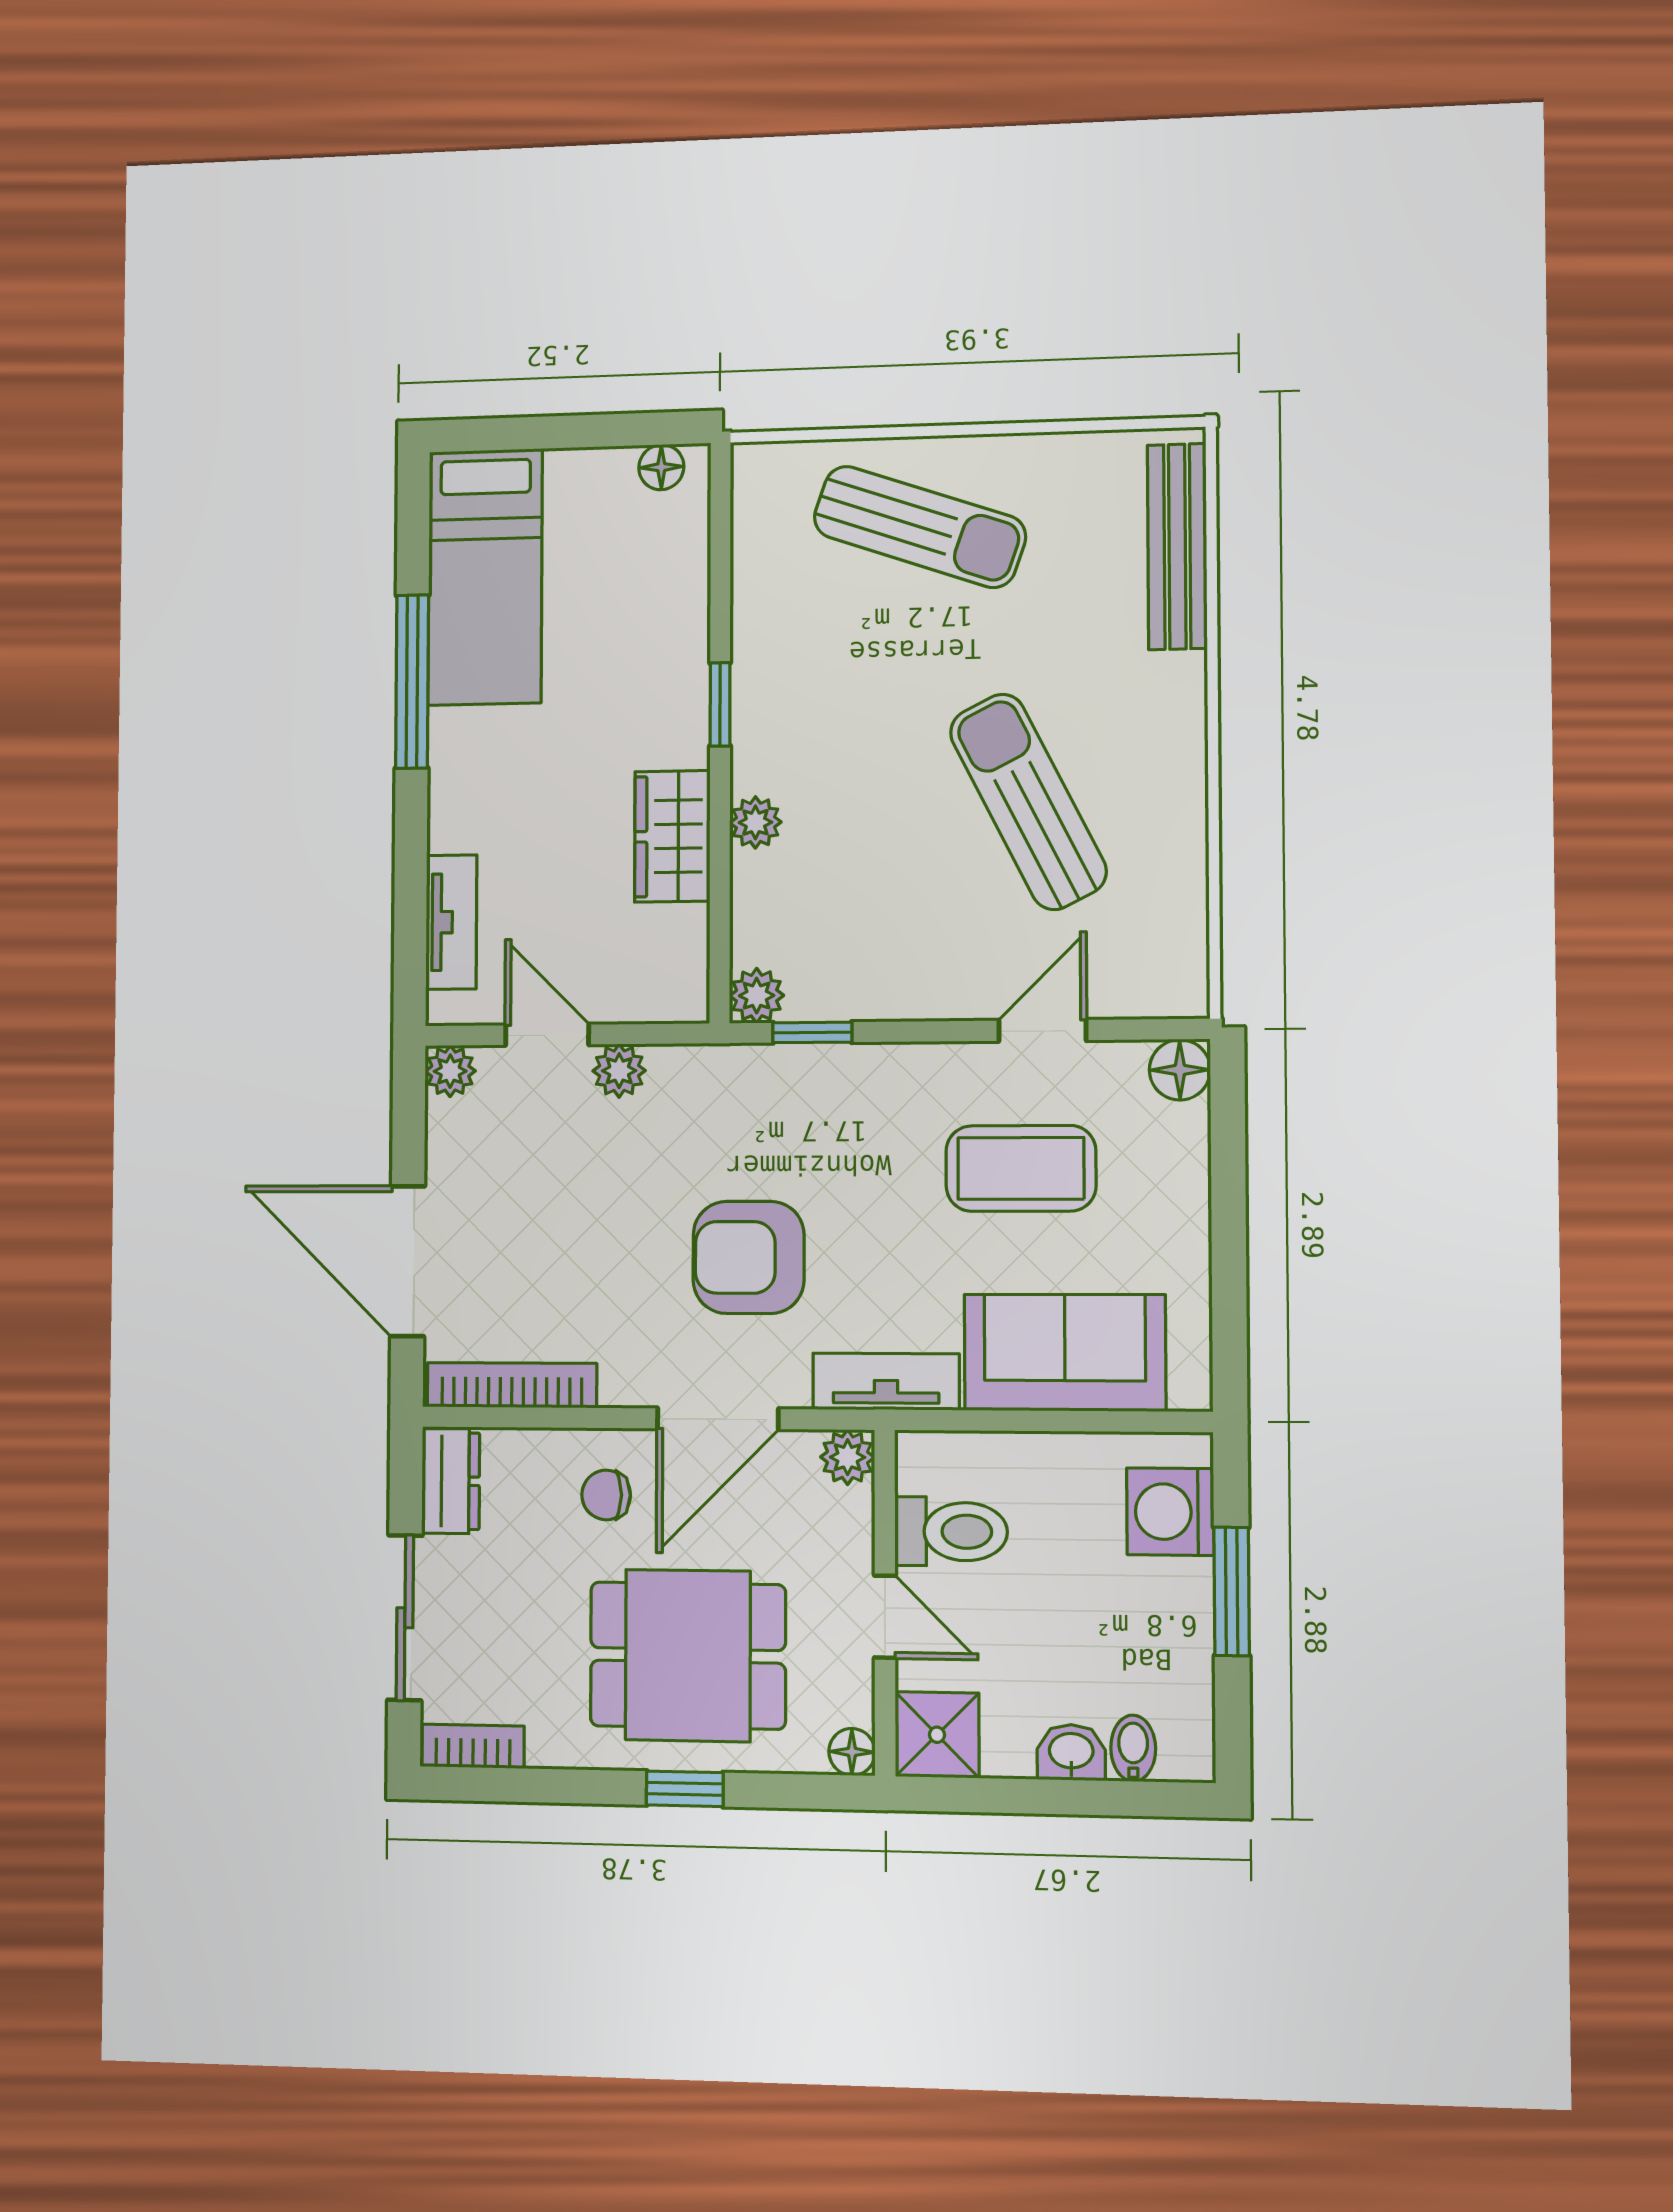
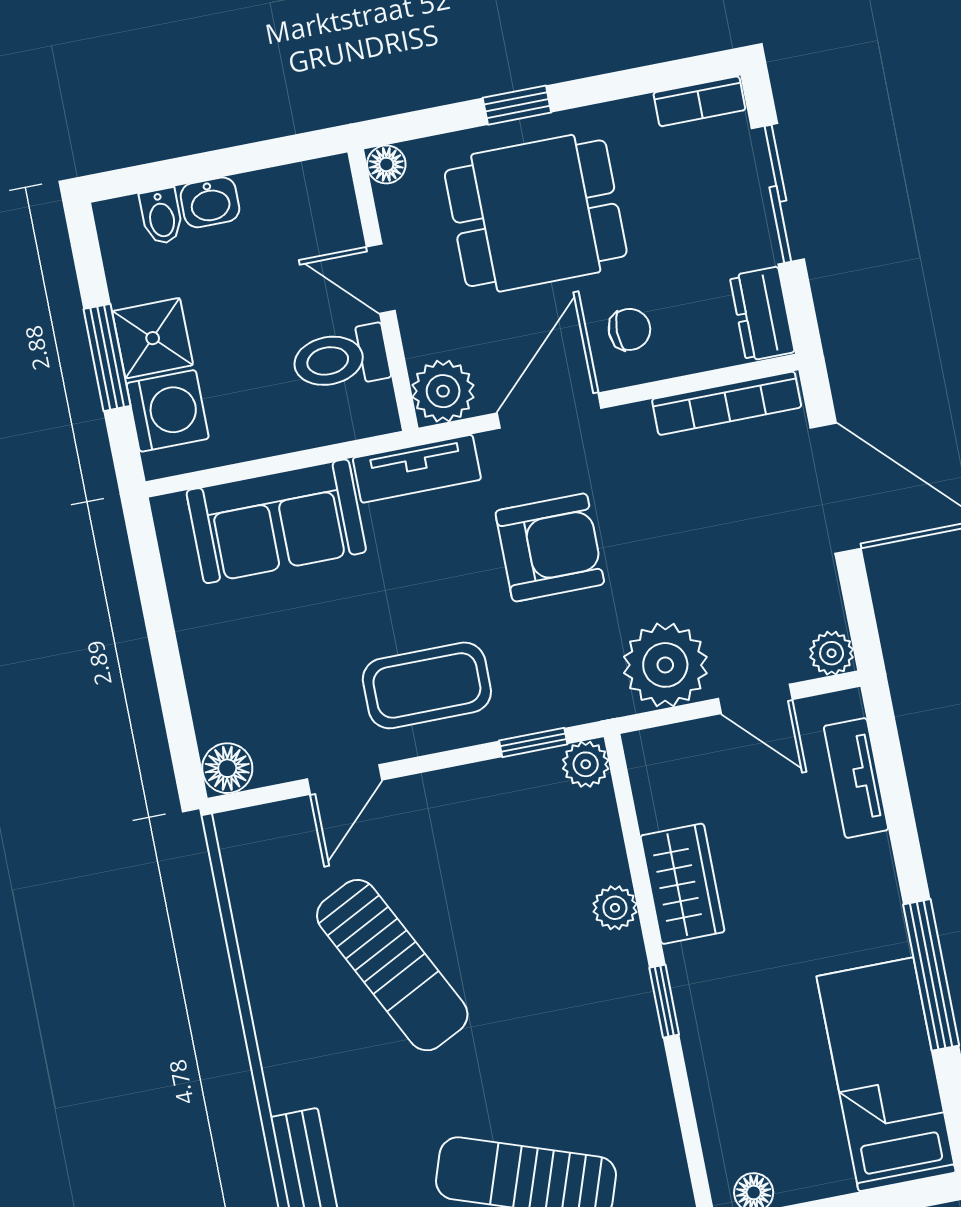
plant: (619, 1071) -> (665, 665), width x1.88, depth x1.88
coffee table: (1021, 1168) -> (427, 685), moved
plant: (848, 1457) -> (443, 391), width x1.38, depth x1.38
shower: (937, 1735) -> (153, 338), moved

